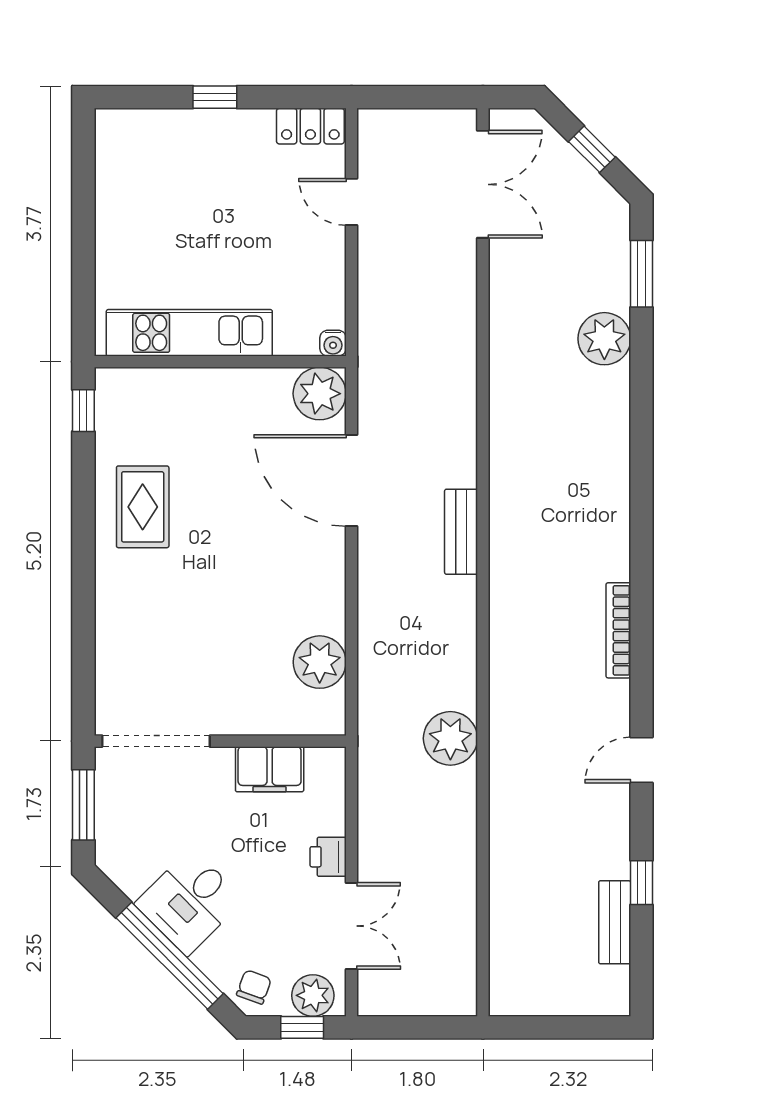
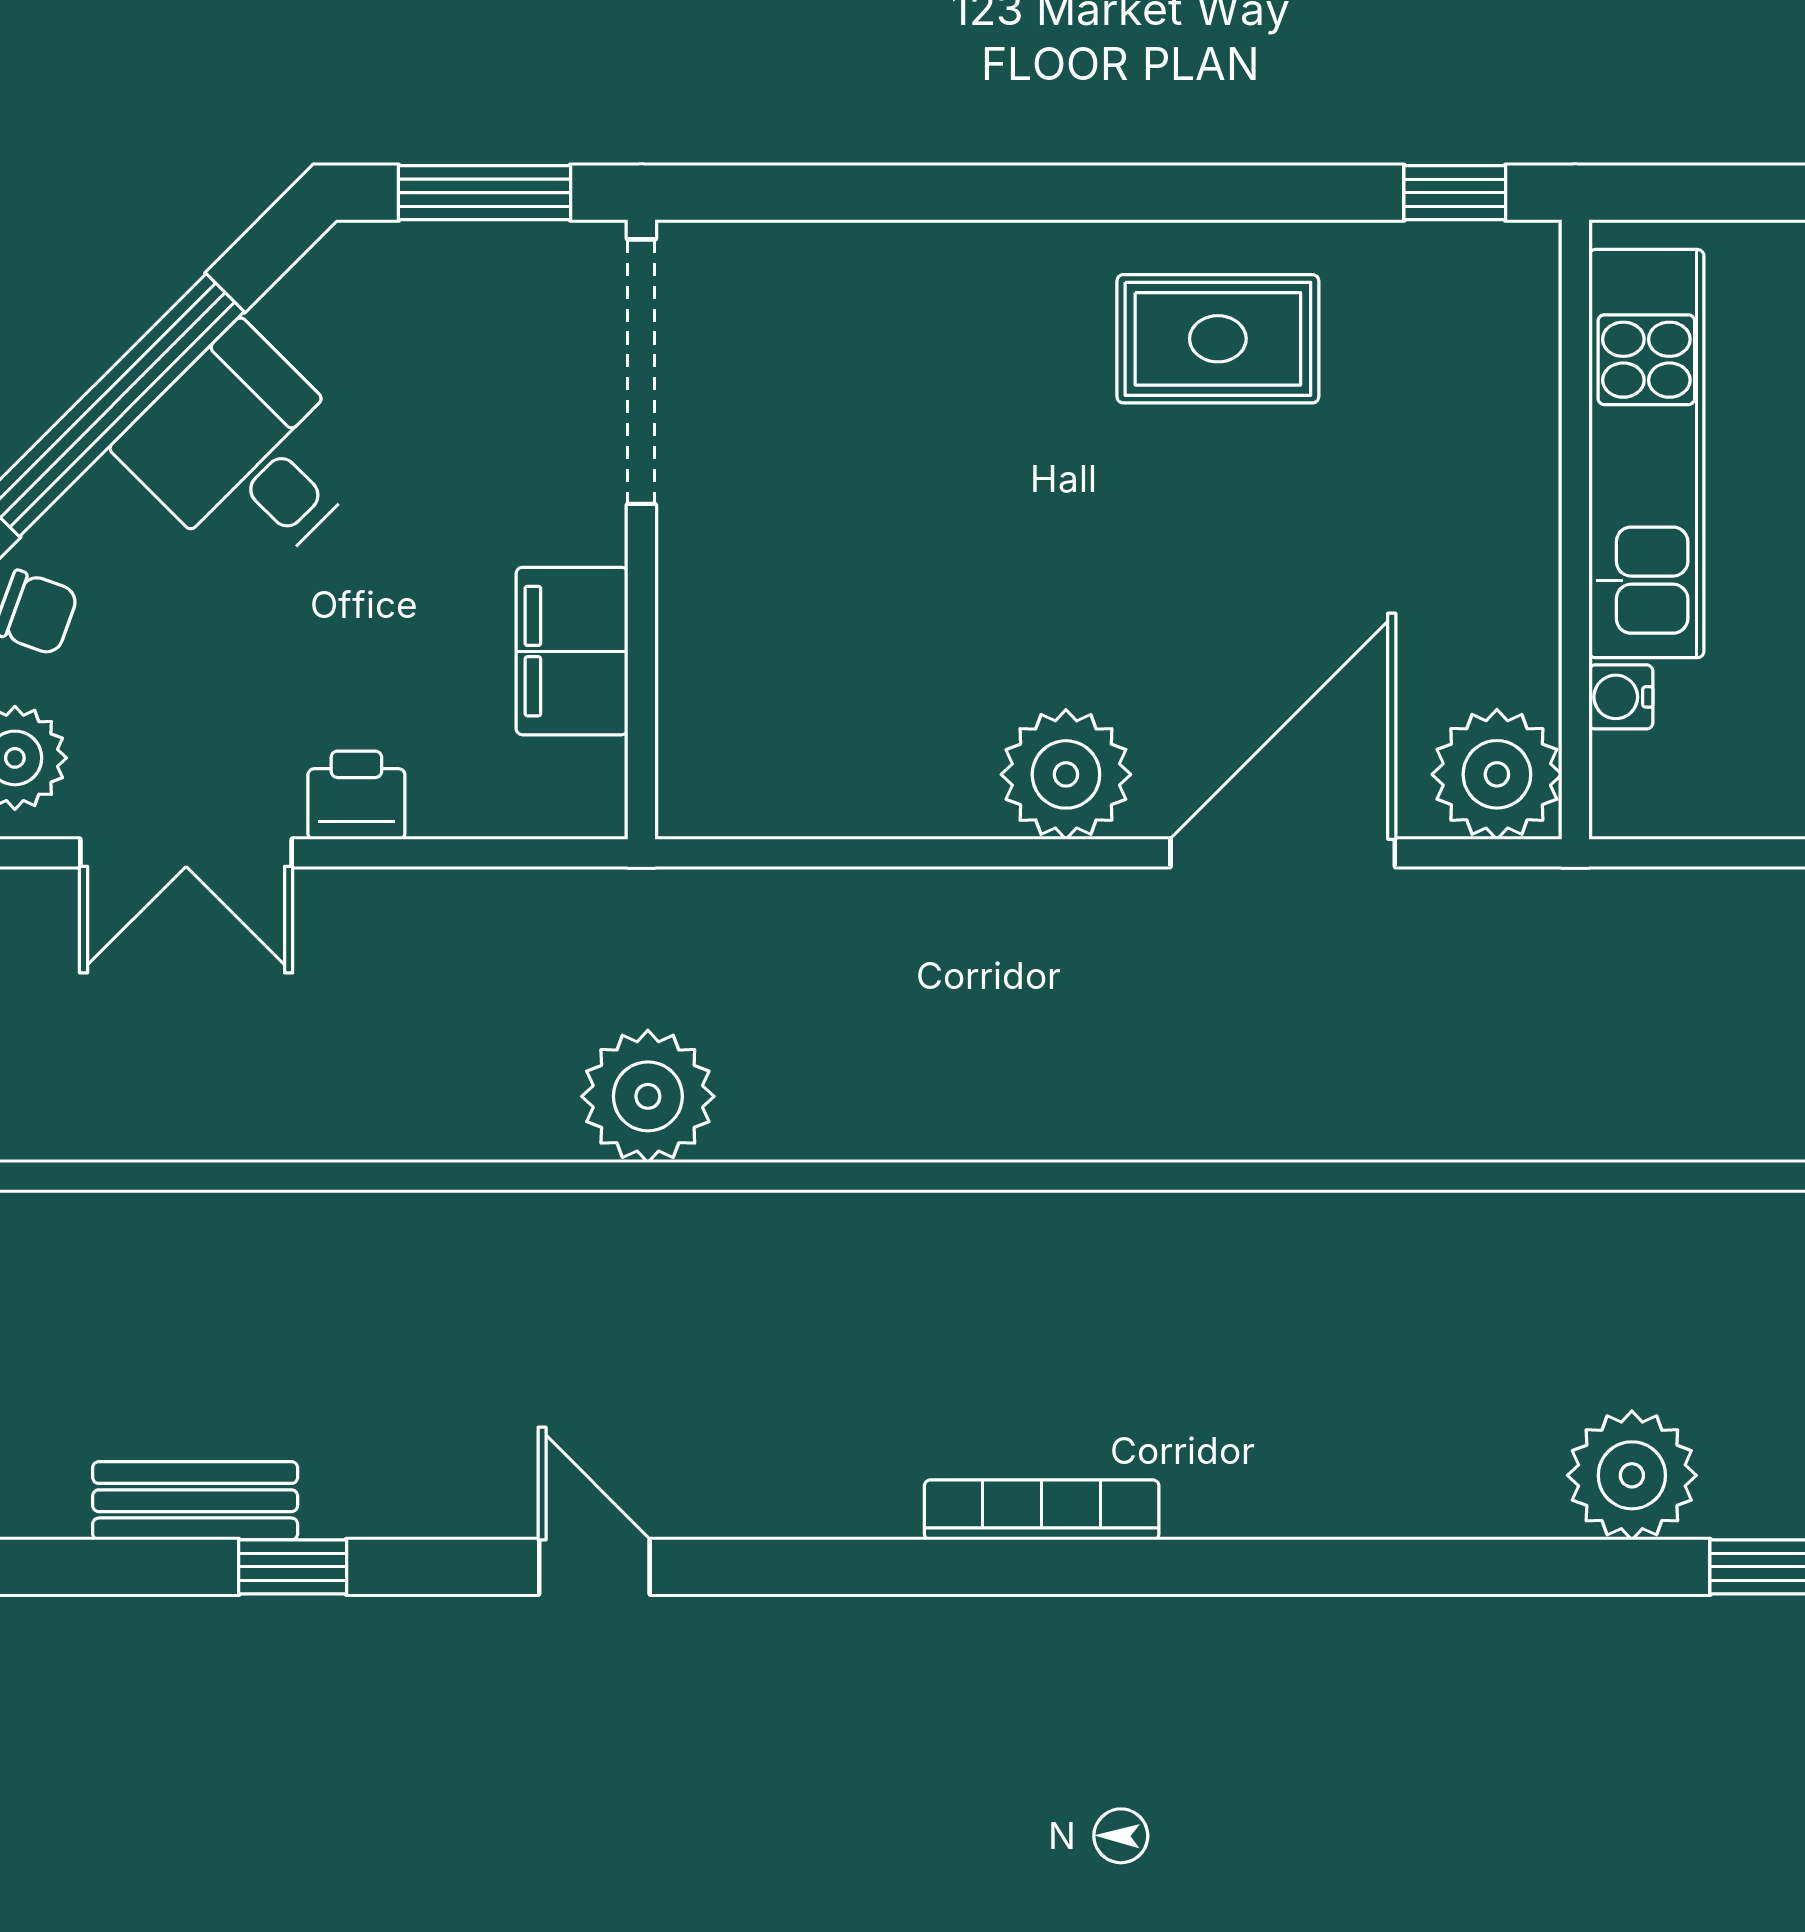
water cooler: (333, 343) -> (1621, 697), moved
bench: (461, 532) -> (1157, 1123), removed
bookcase: (618, 630) -> (1042, 1510), moved
plant: (320, 662) -> (1066, 774), moved

